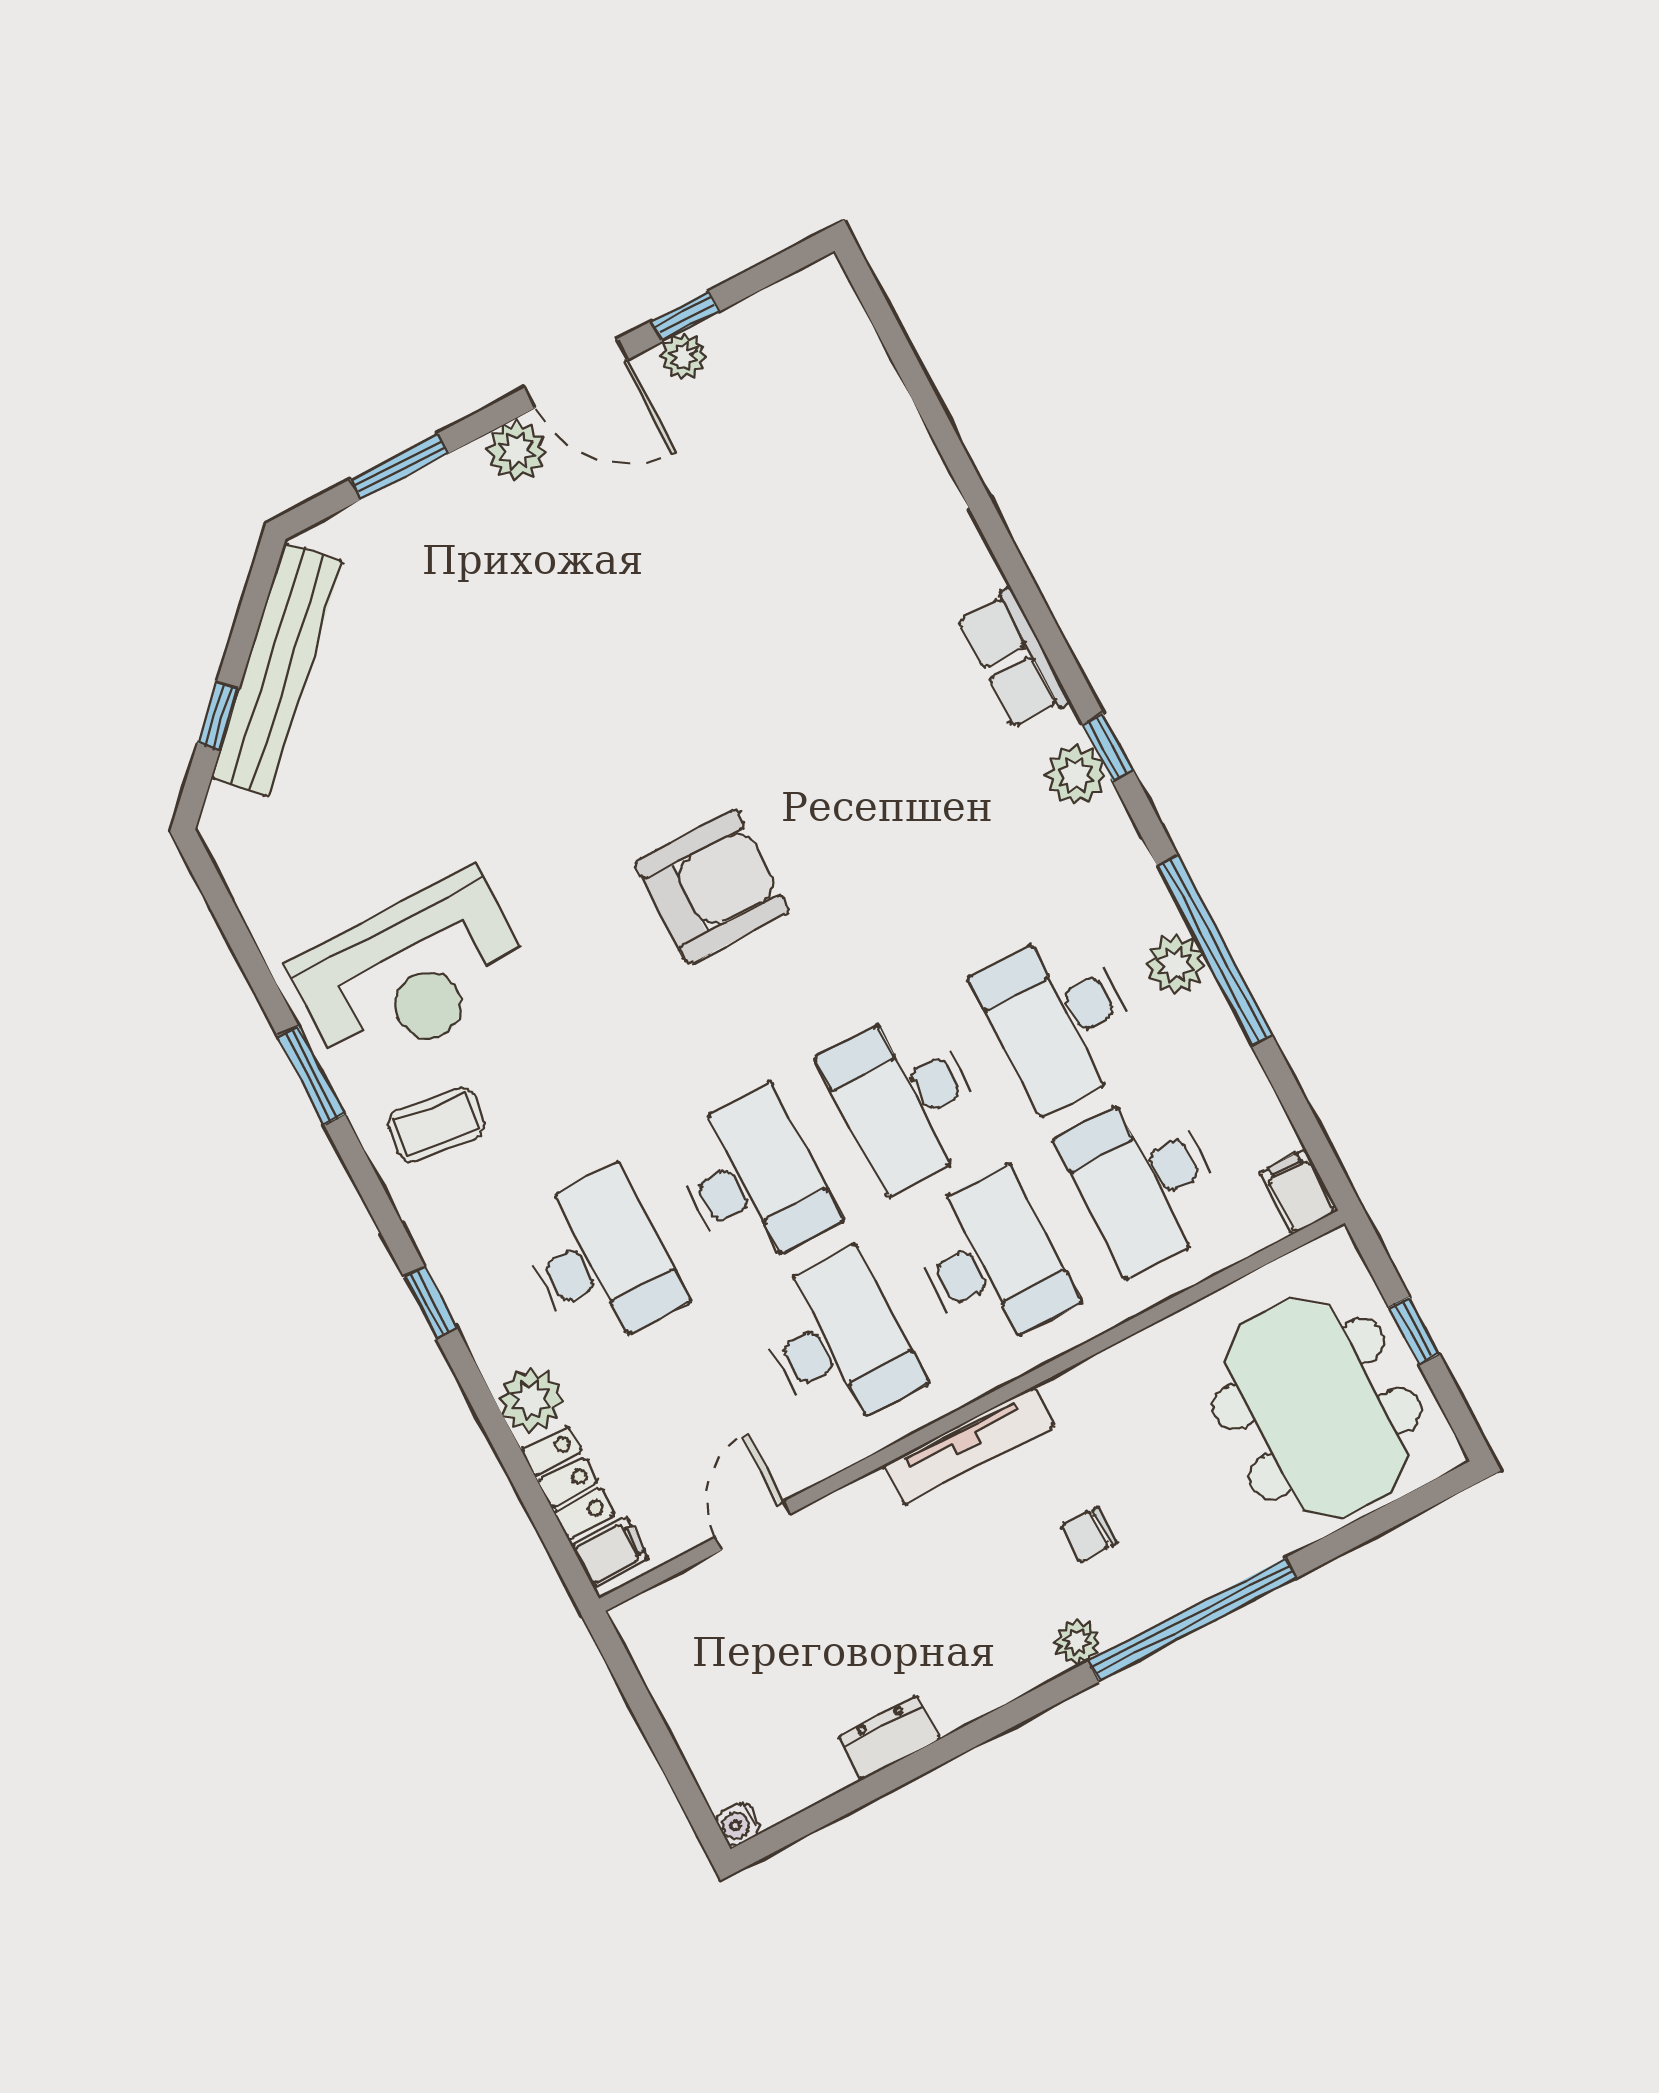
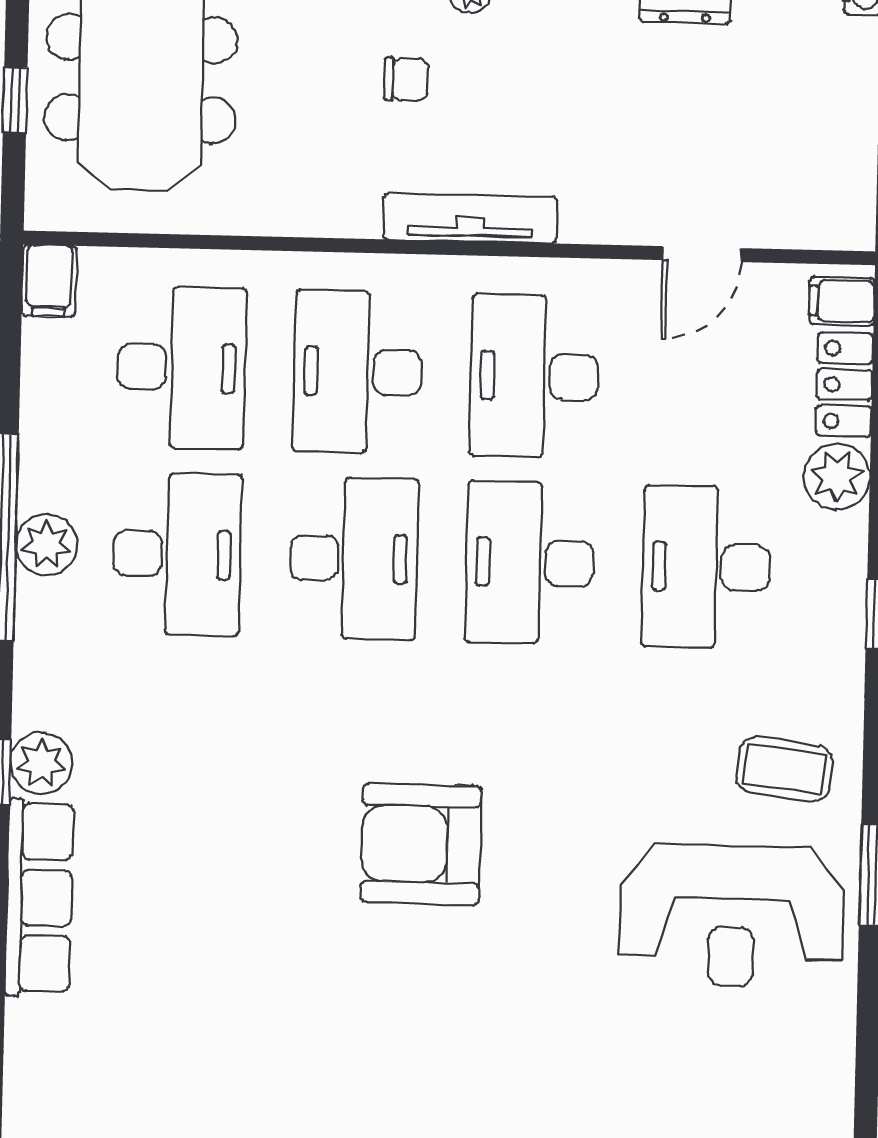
row of seats: (1013, 659) -> (39, 898), width x1.48
reception desk: (412, 974) -> (732, 916), turned 180

